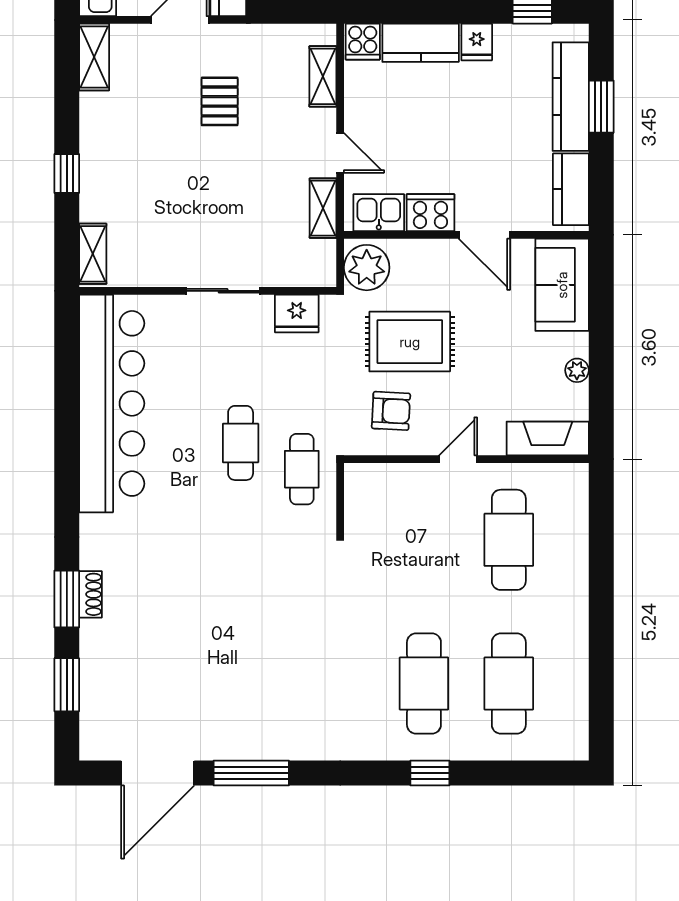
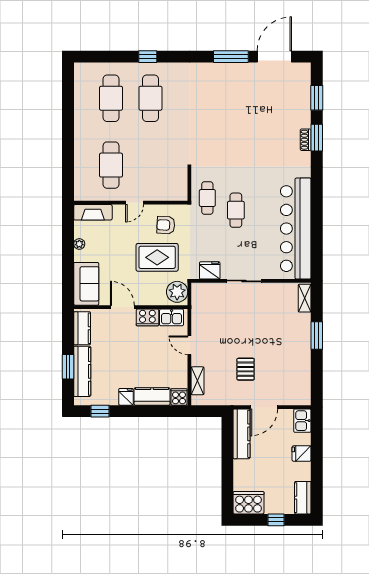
shelving: (94, 57) -> (304, 390), removed
window: (67, 174) -> (317, 336), width x1.50
shelving: (323, 208) -> (197, 319), removed

